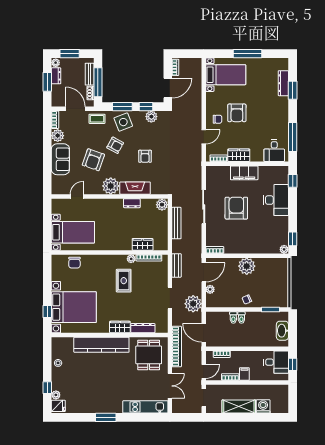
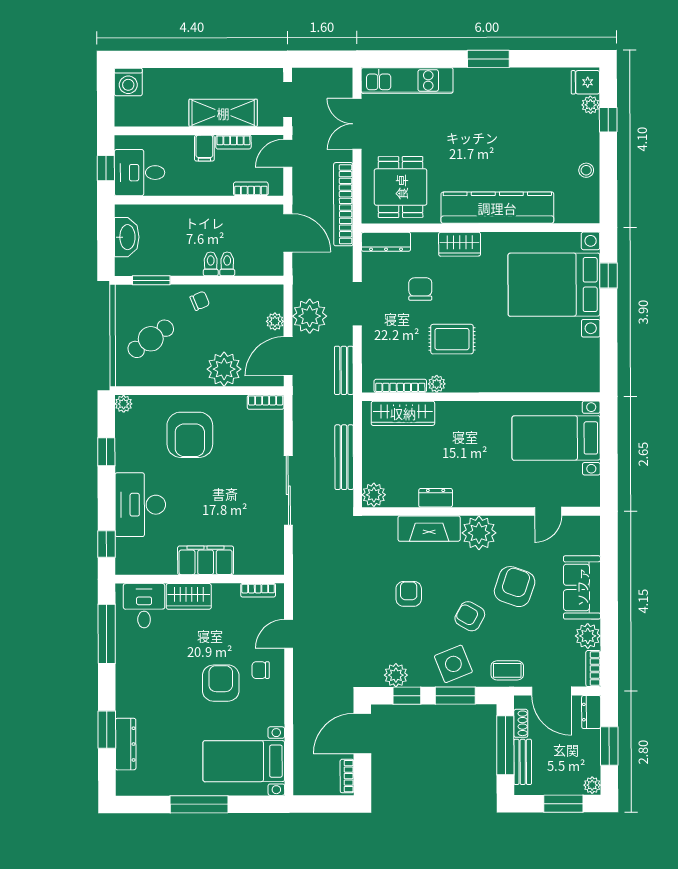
dresser: (56, 76) -> (591, 712), moved
wardrobe: (239, 155) -> (189, 596), moved
armchair: (236, 208) -> (190, 435), moved
window: (293, 239) -> (106, 452), moved
wardrobe: (143, 244) -> (403, 413), width x1.50
chair: (74, 263) -> (420, 289), moved
plant: (247, 266) -> (224, 369), moved
rug: (124, 281) -> (452, 339), turned 90
cafe table: (271, 281) -> (151, 339), added
plant: (193, 304) -> (310, 316), moved
dresser: (143, 328) -> (386, 242), moved
washing machine: (263, 406) -> (128, 82), moved
shelving: (239, 407) -> (223, 113), moved

